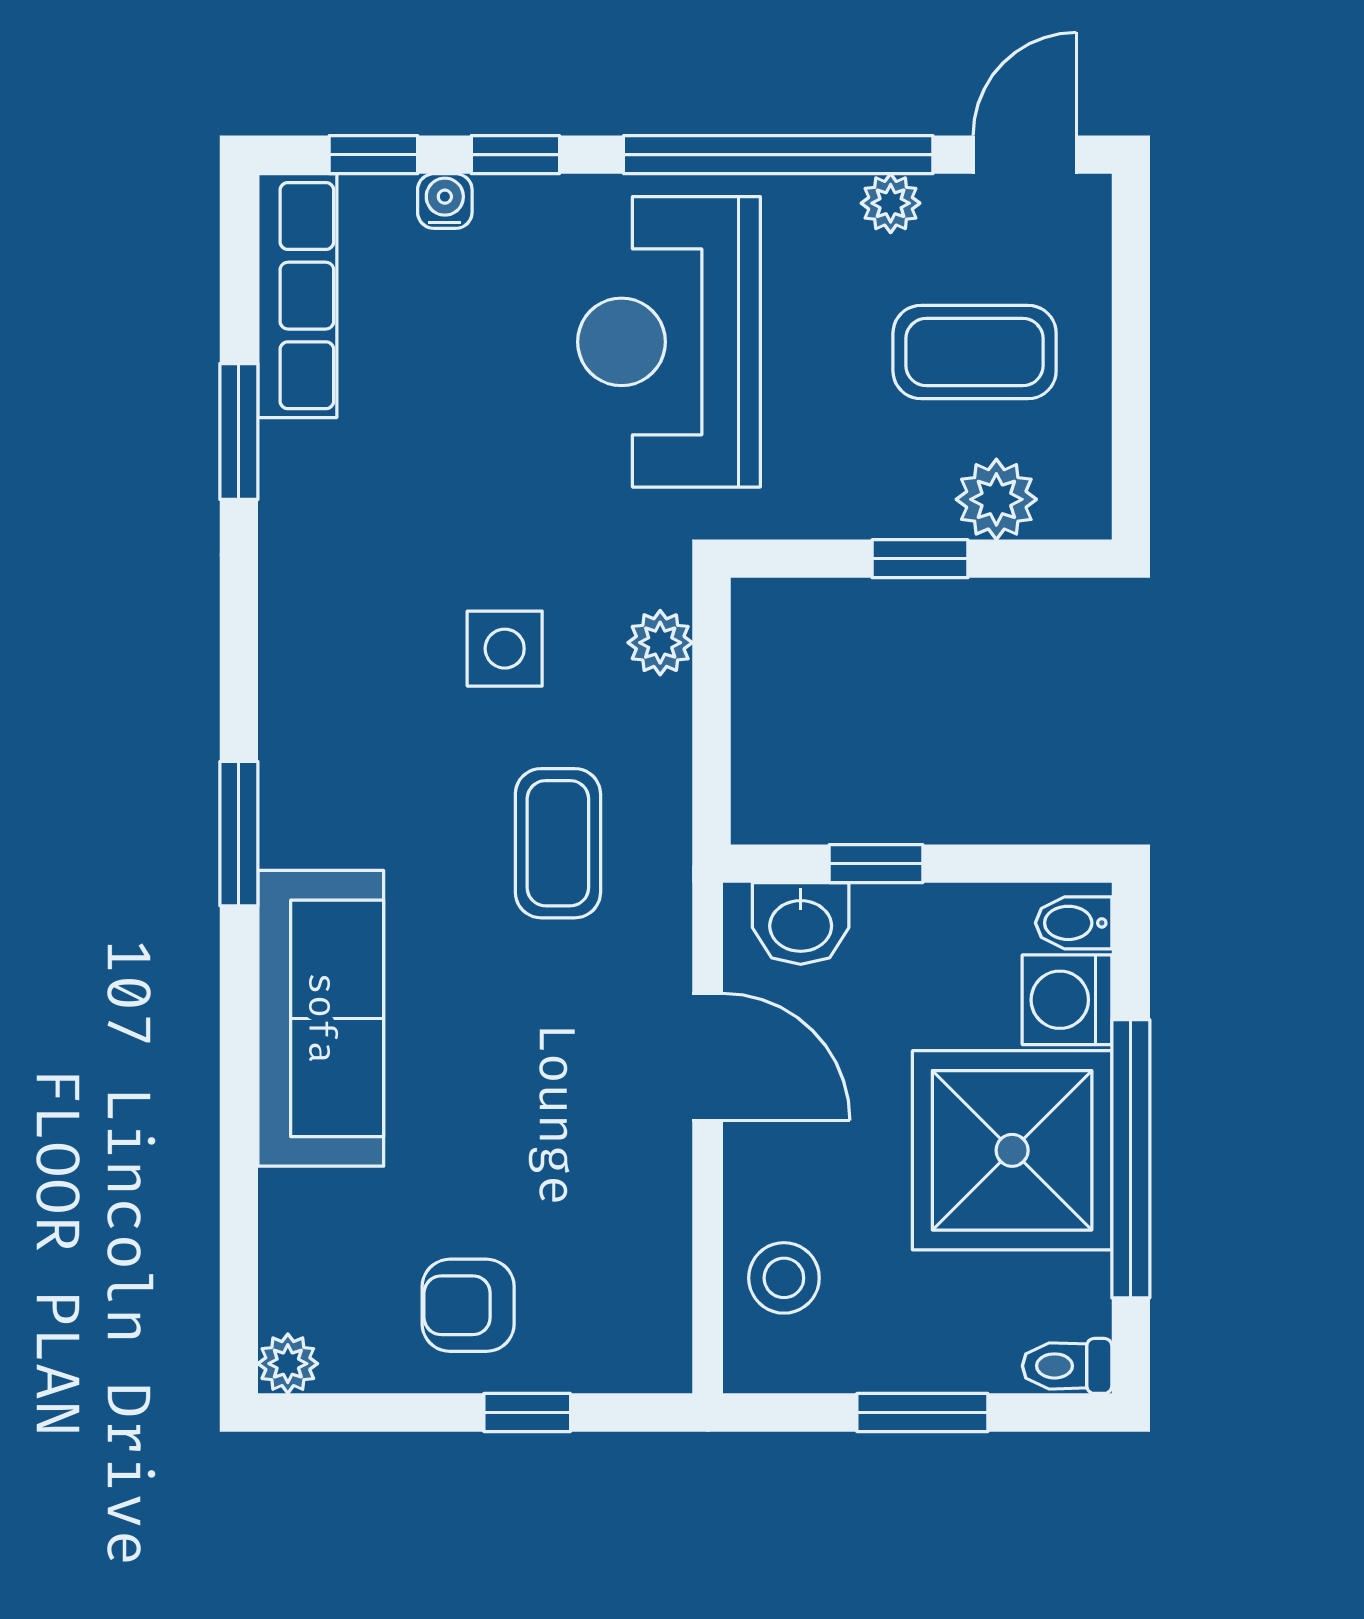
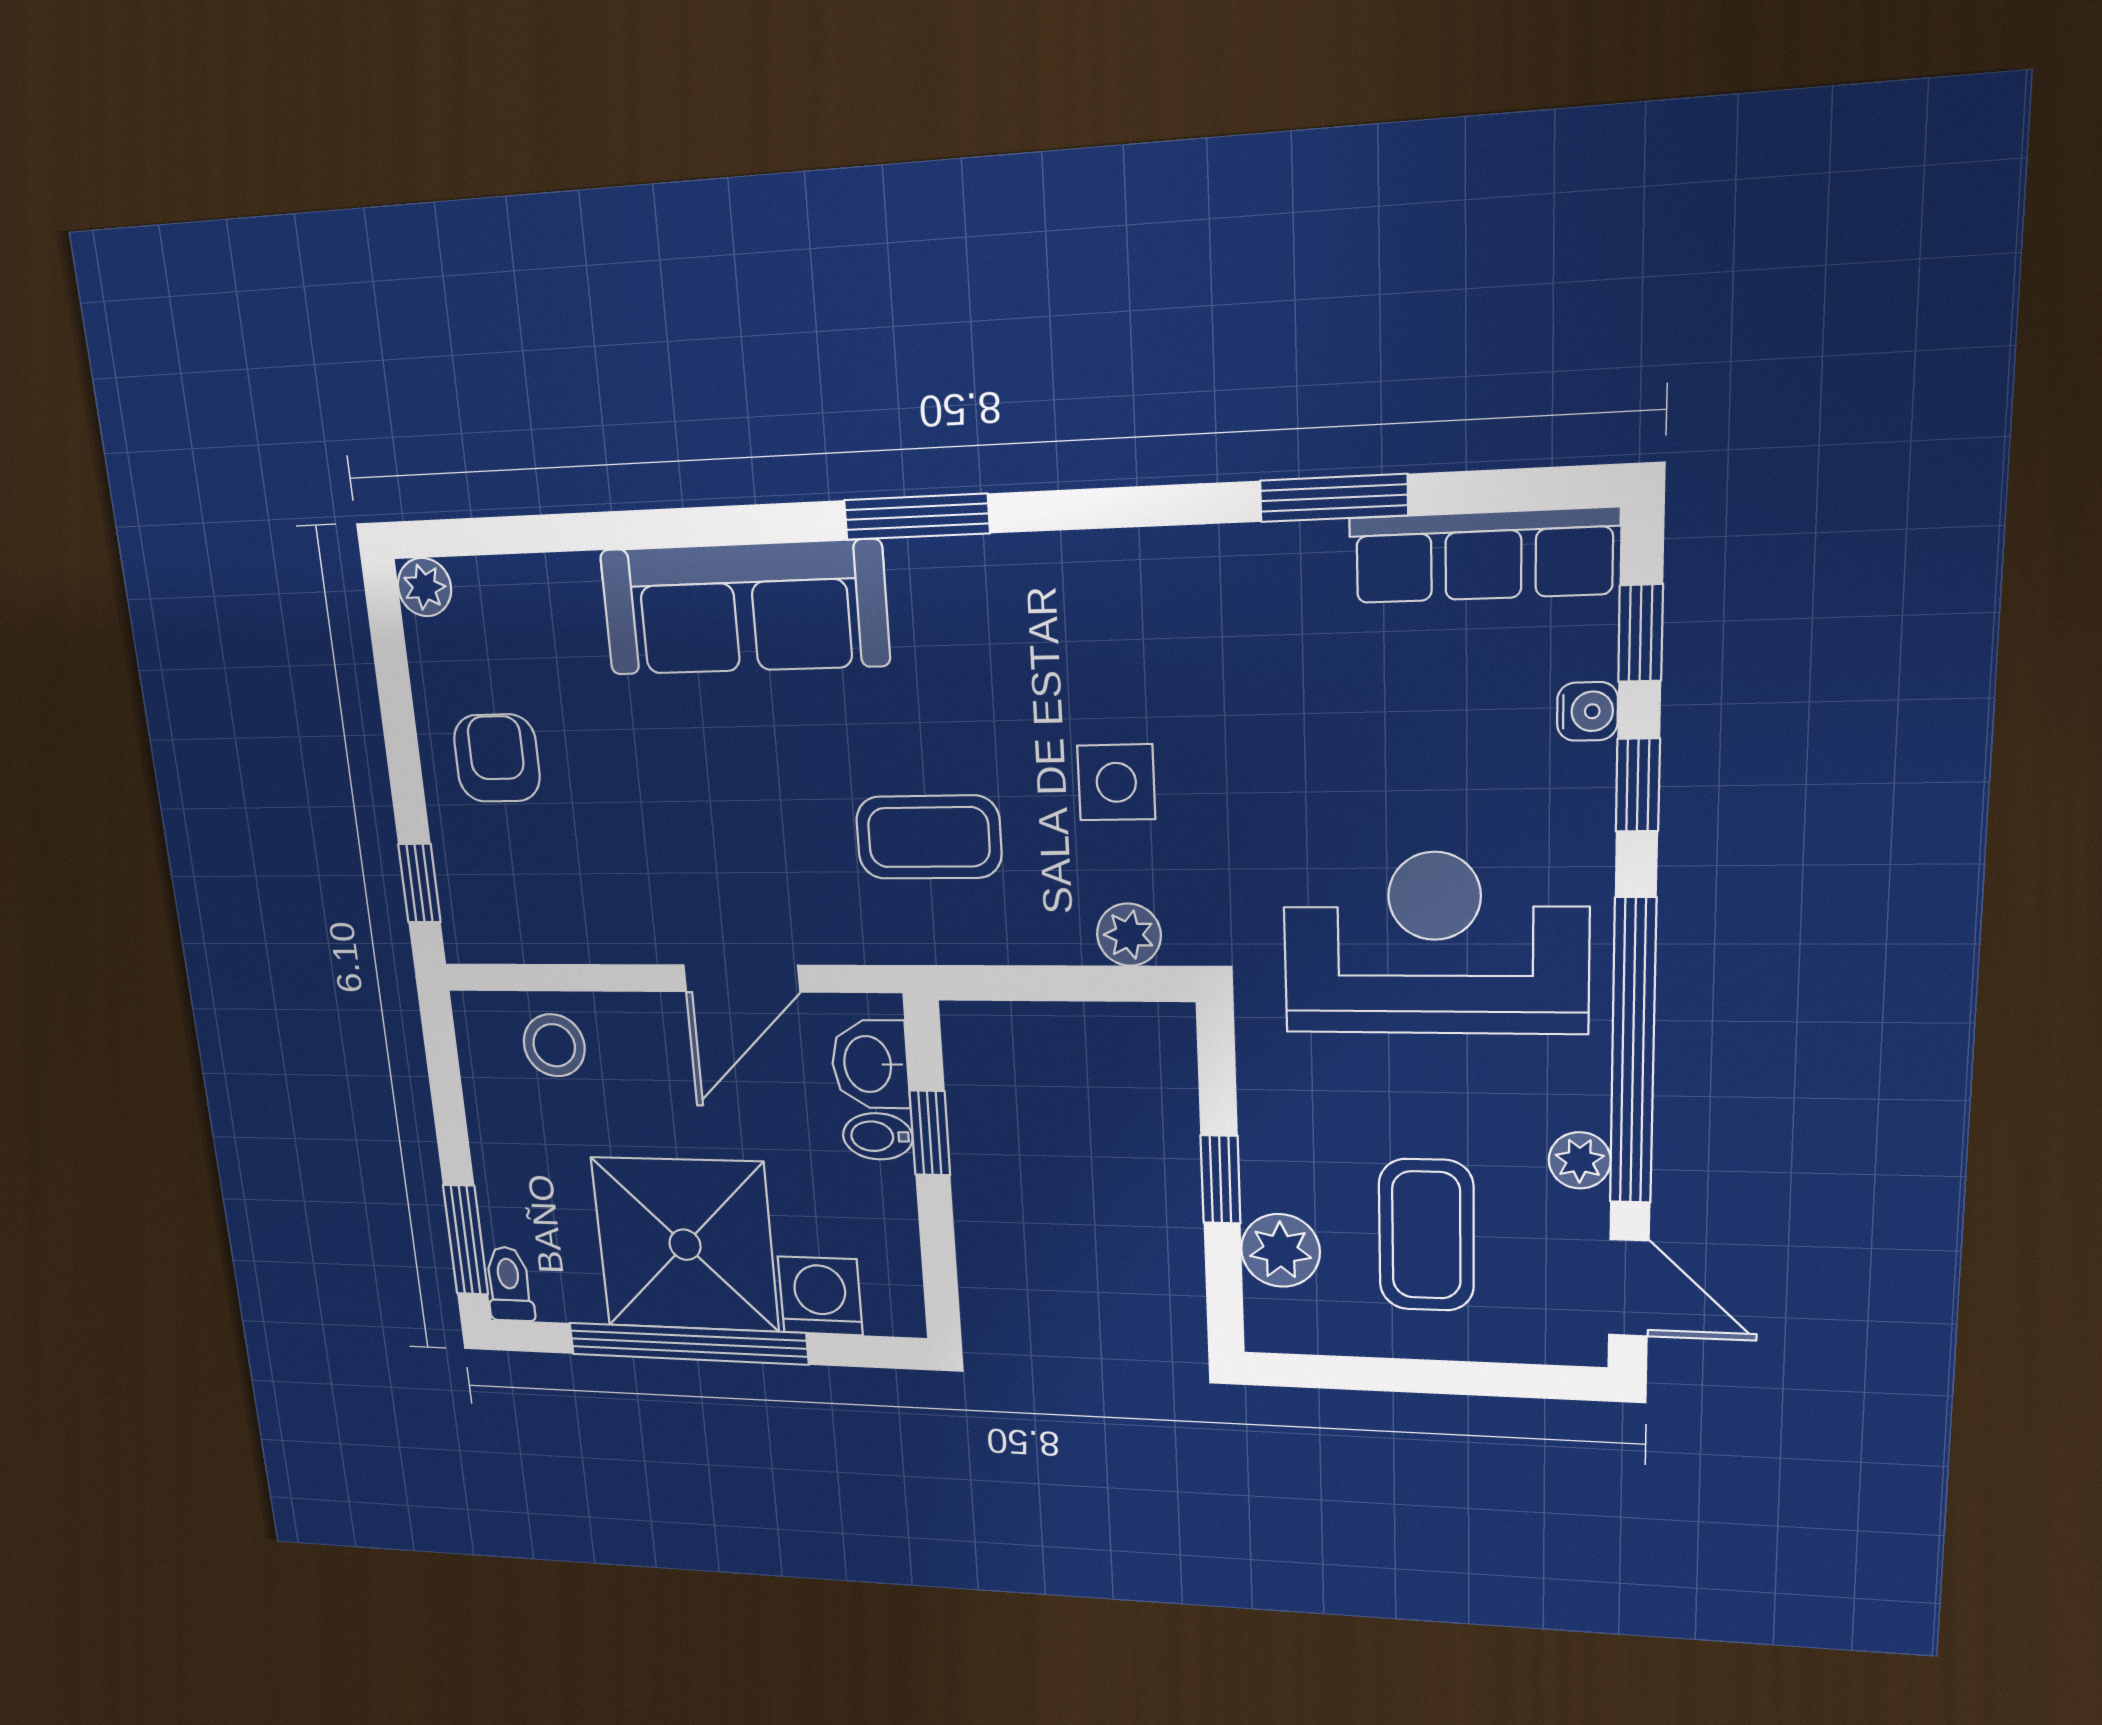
bidet: (1074, 923) -> (878, 1136), moved, turned -90
window: (527, 1412) -> (419, 883), moved
window: (922, 1412) -> (466, 1240), moved

